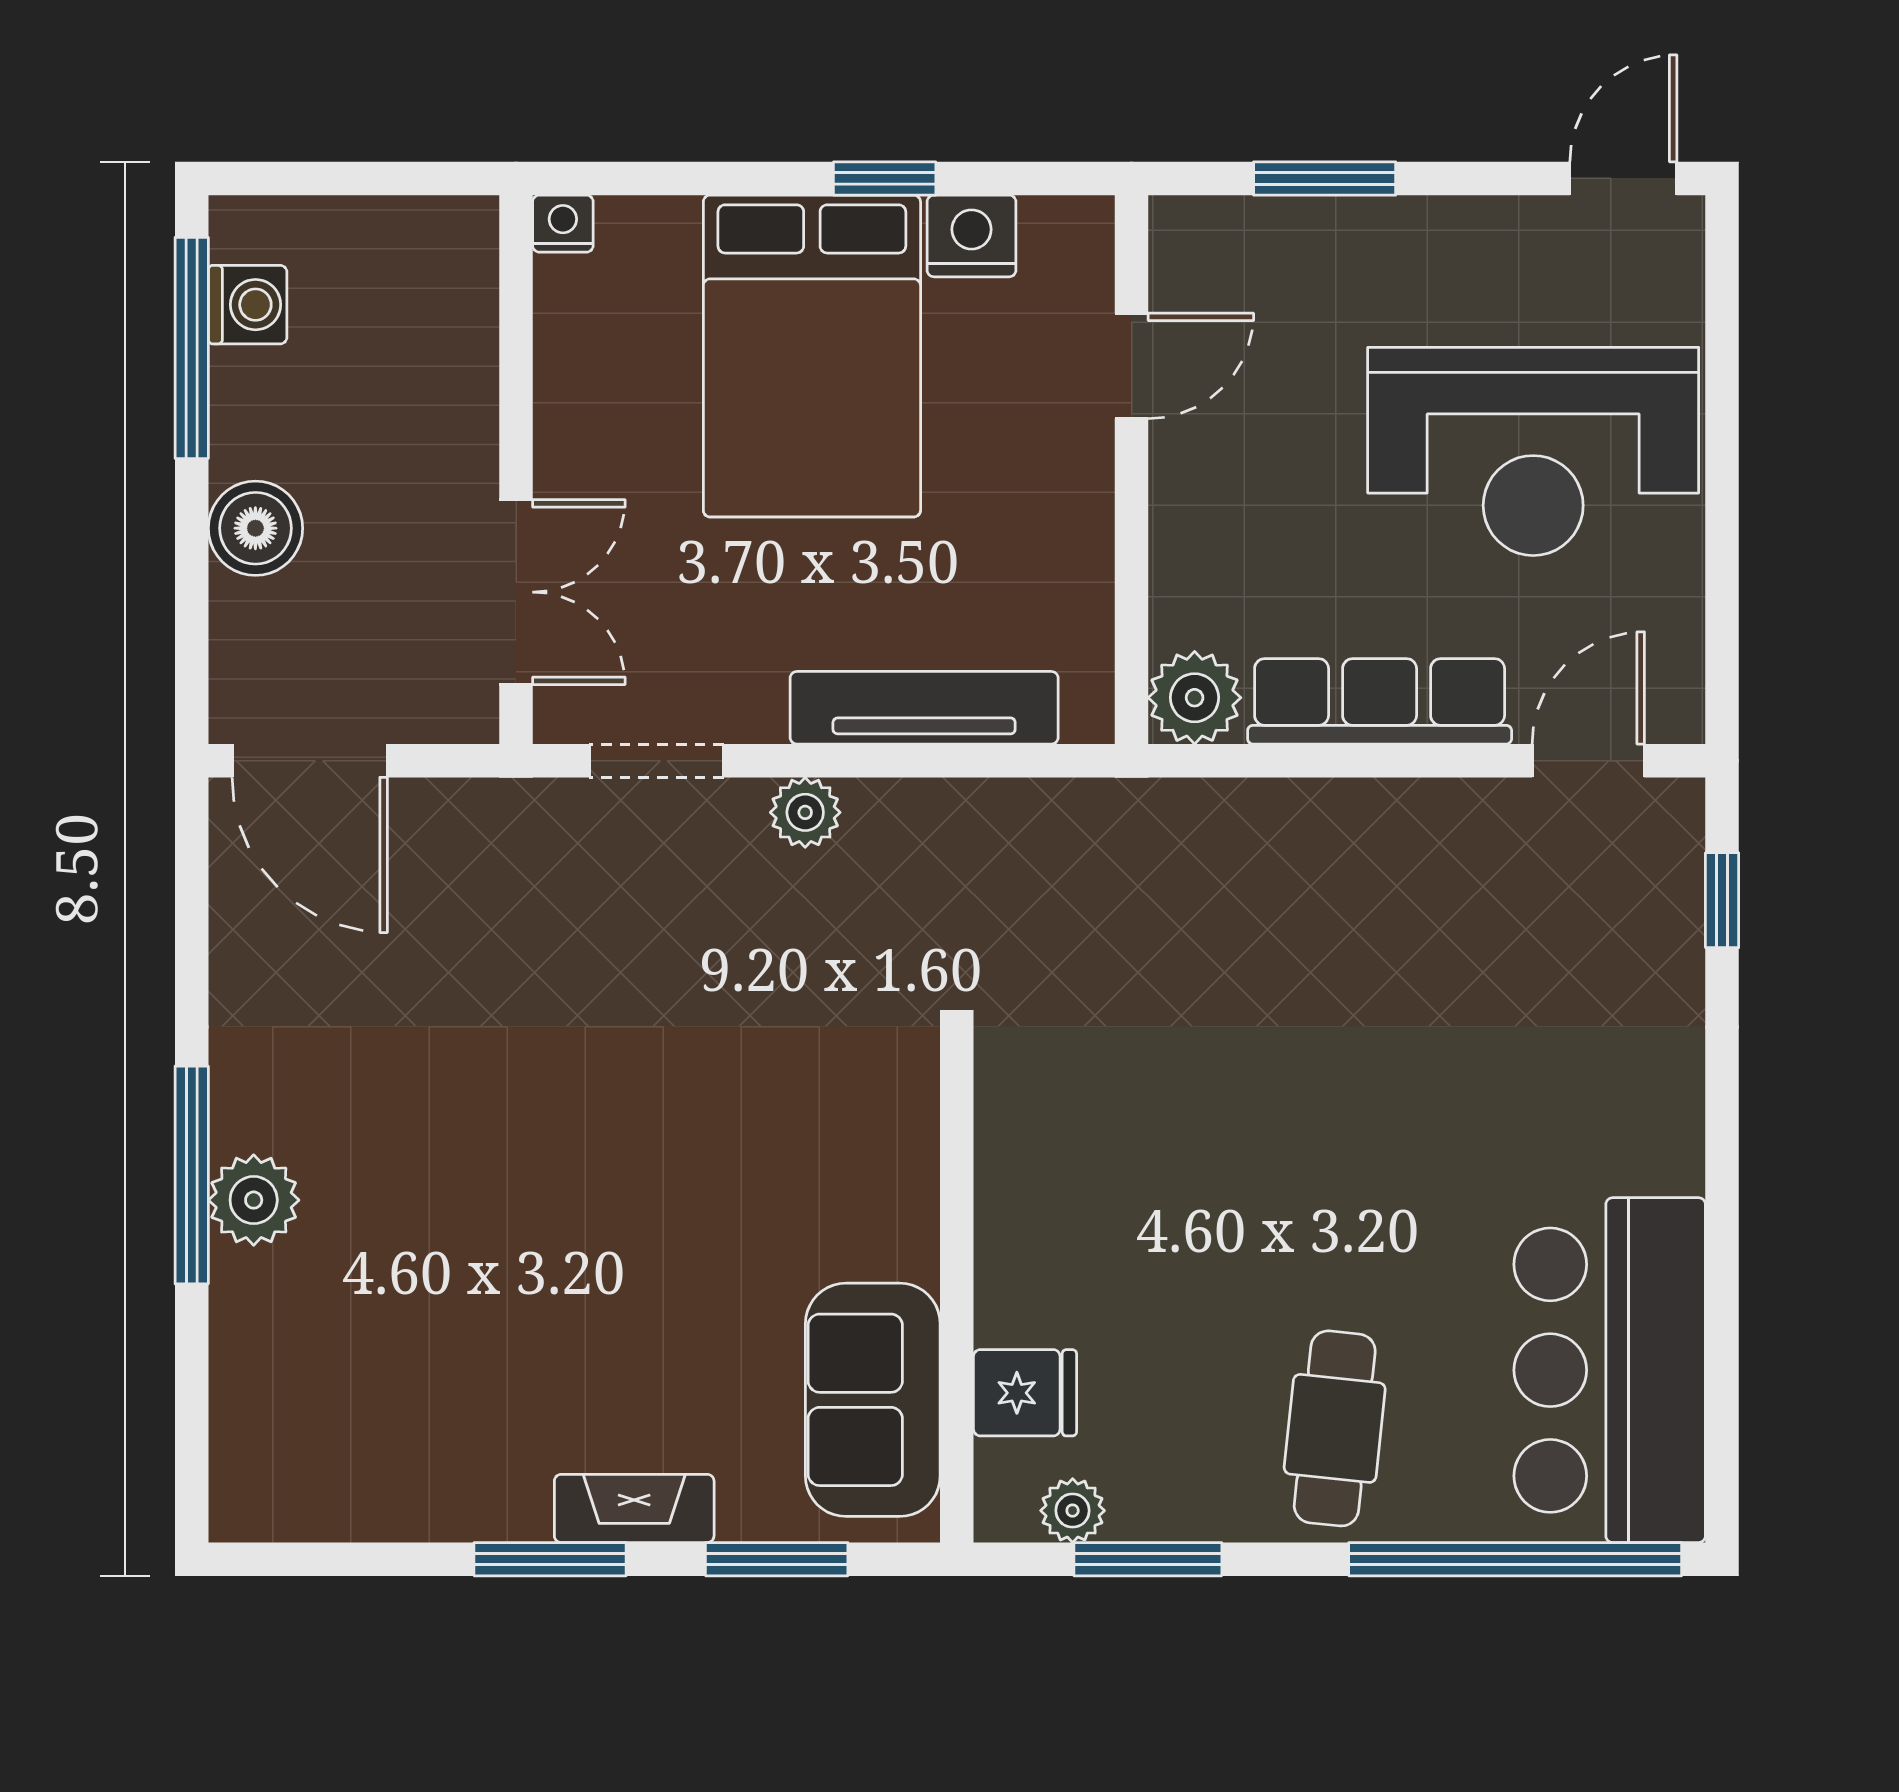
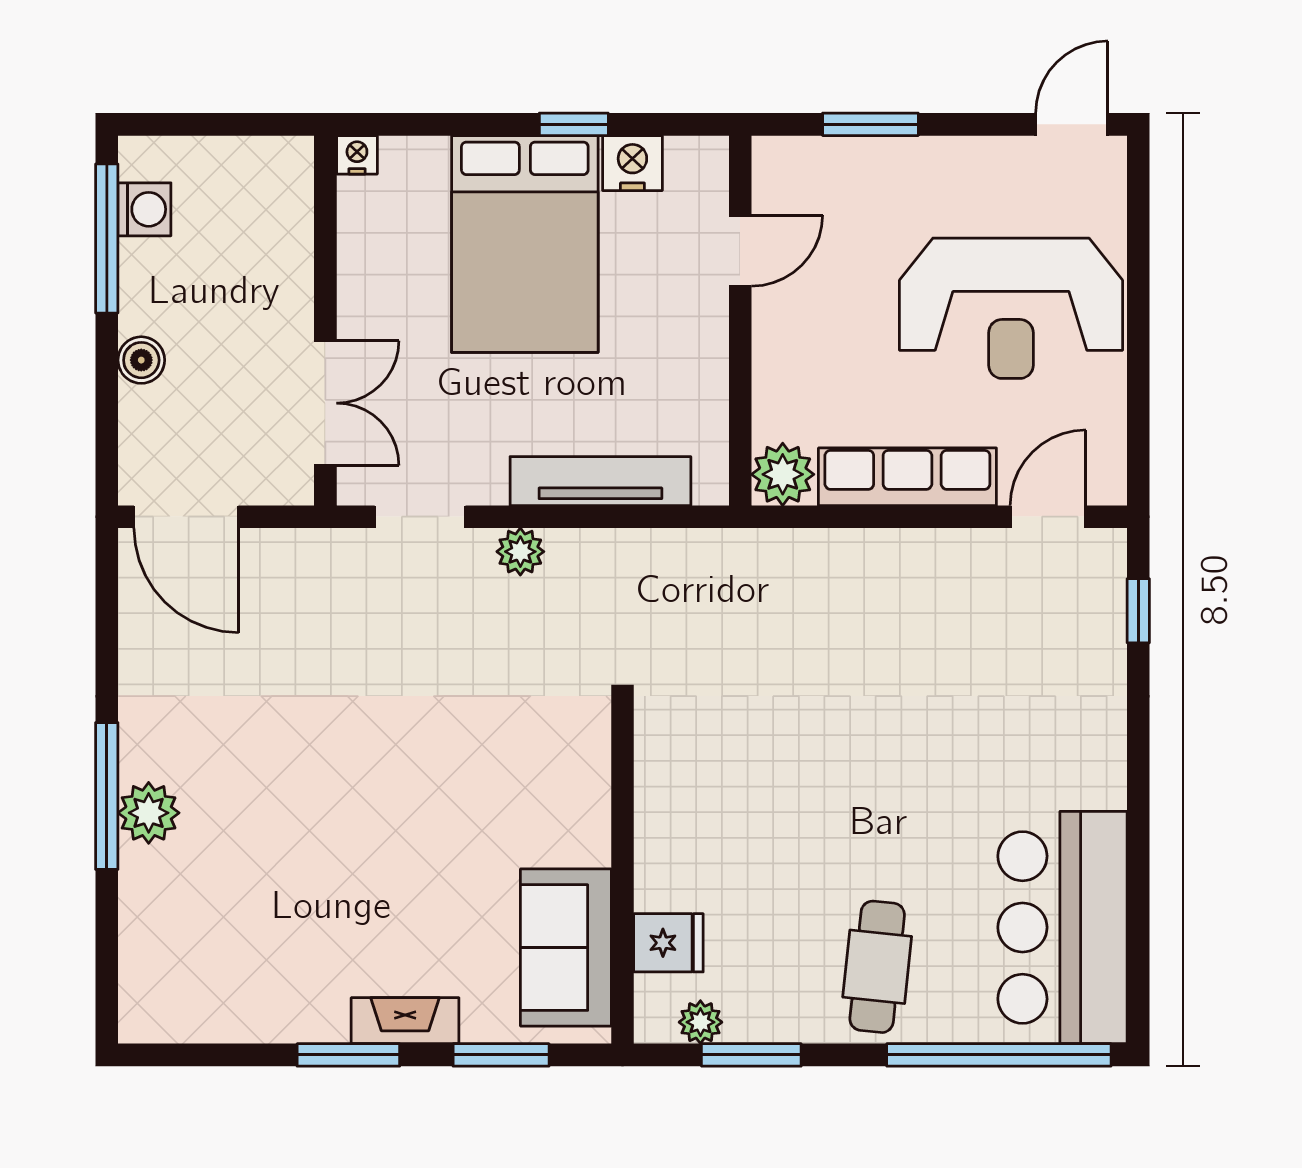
boiler: (255, 528) -> (141, 360), width x0.73, depth x0.73

